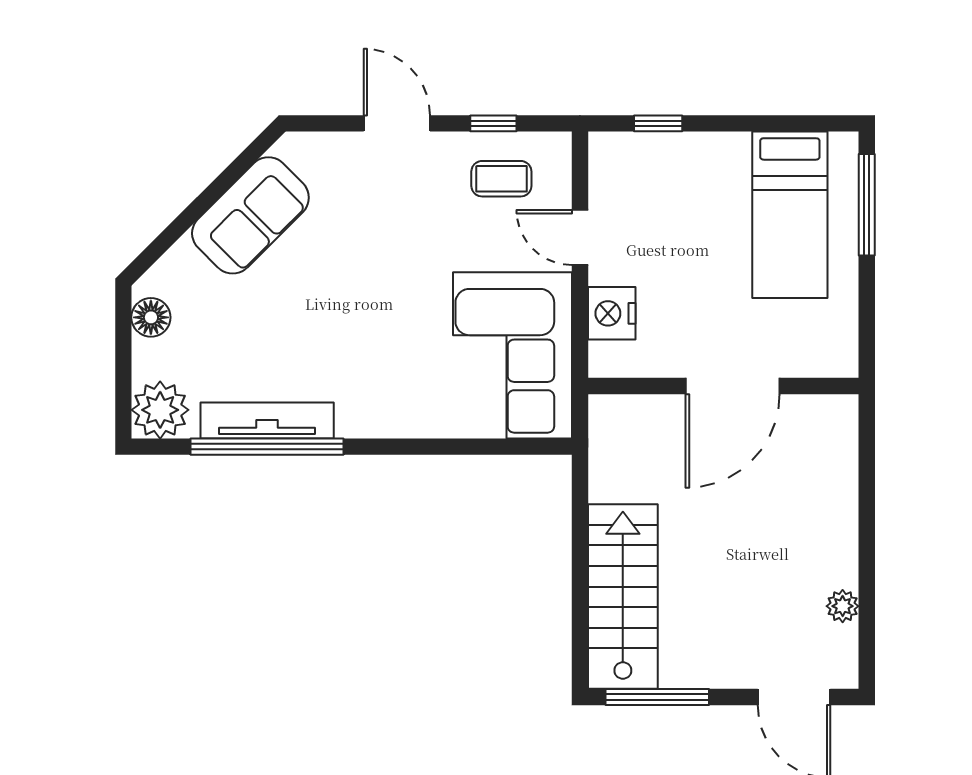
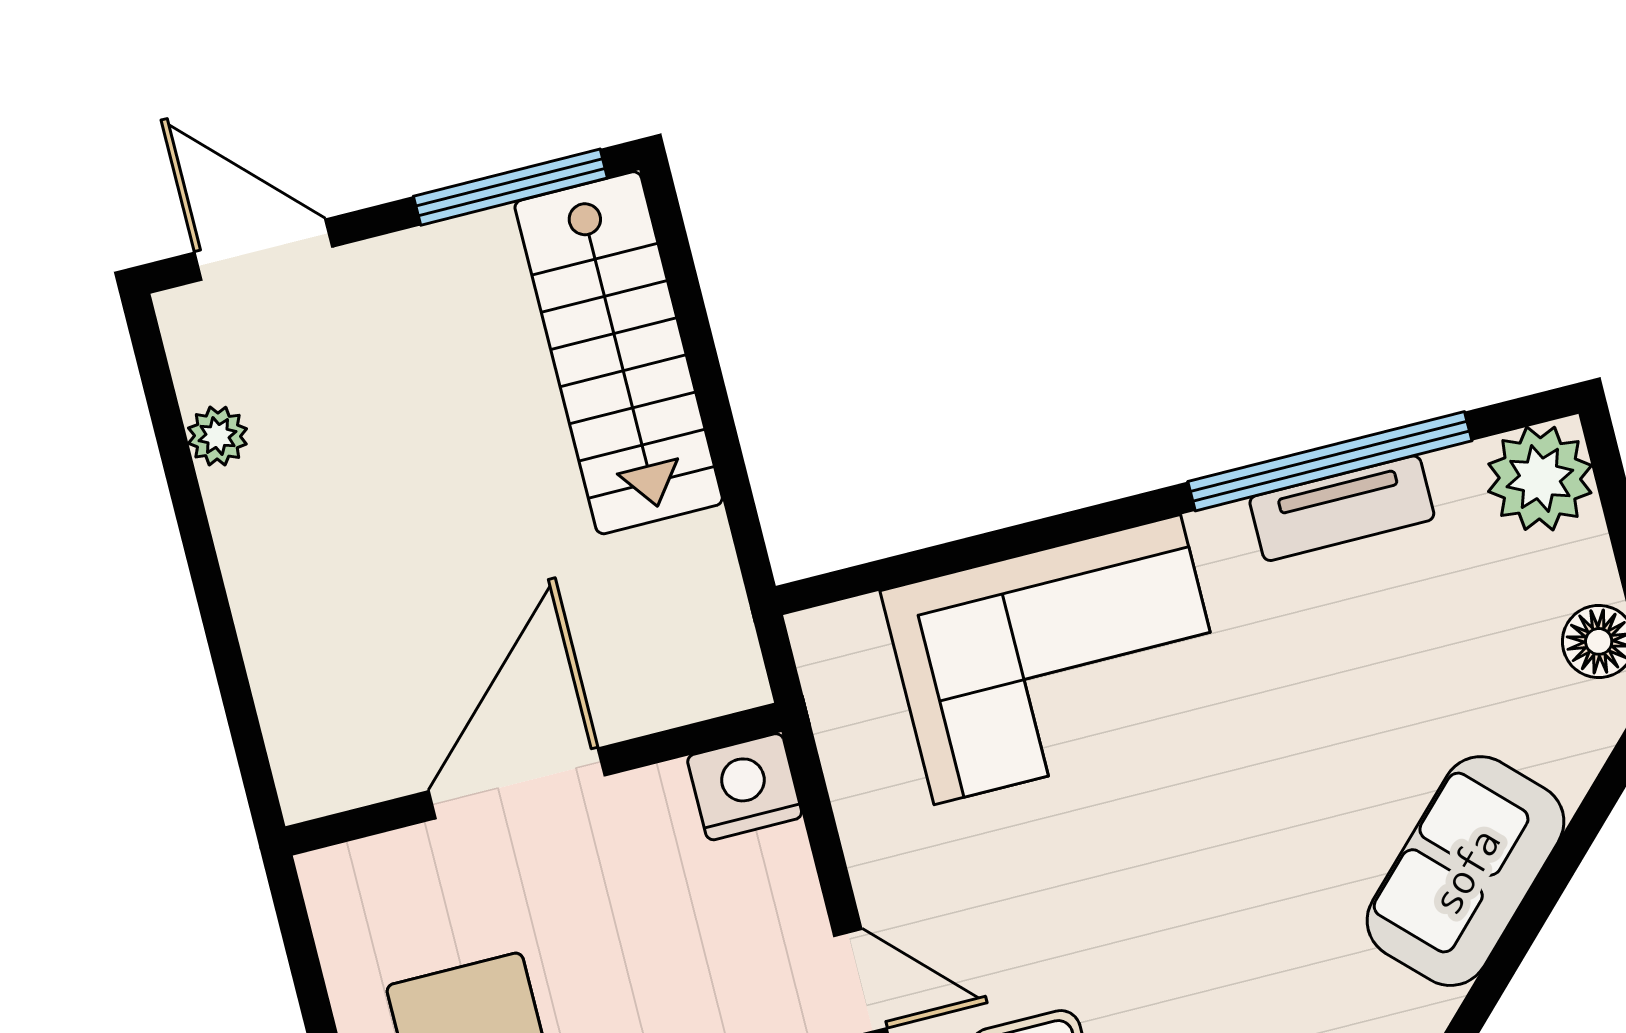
nightstand: (612, 313) -> (745, 787), moved, turned -90
corner sofa: (513, 355) -> (1057, 660), moved, turned 90
tv unit: (267, 420) -> (1342, 508), width x0.71

